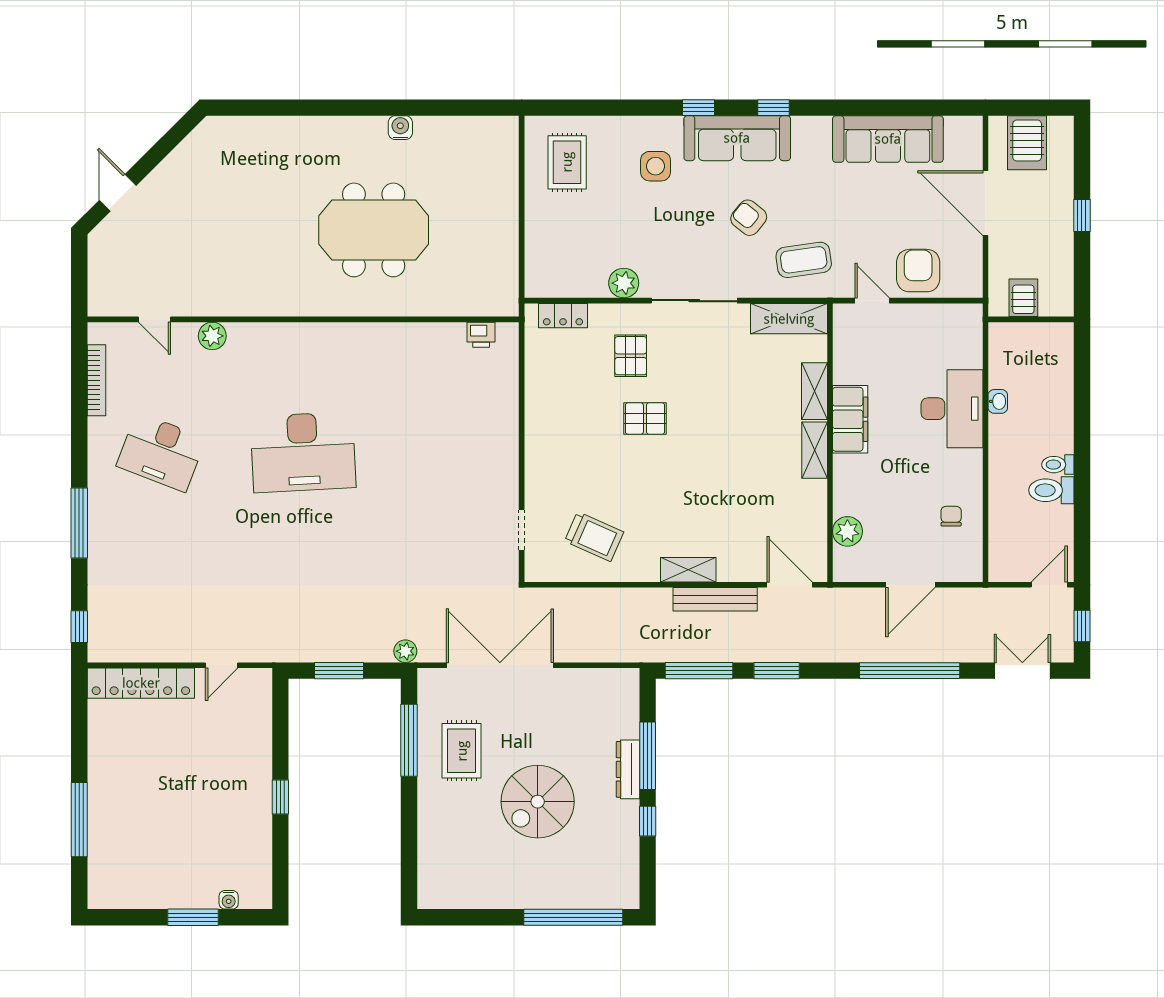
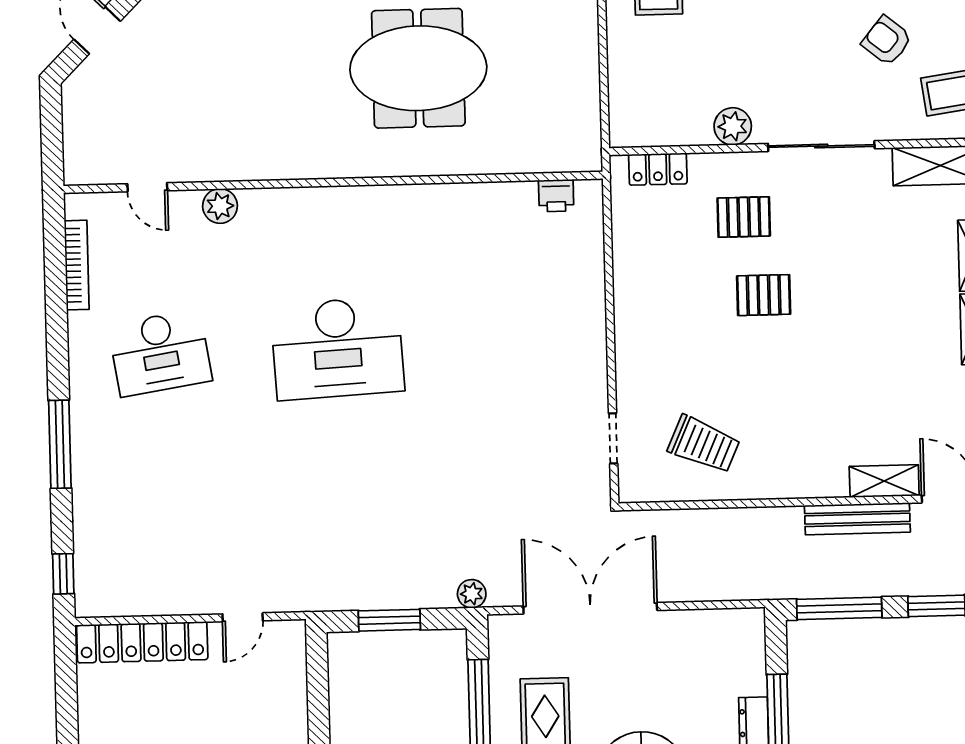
pallet: (631, 356) -> (744, 217), turned 90
desk: (161, 452) -> (160, 353), turned -30
shelving: (688, 570) -> (884, 481), moved

